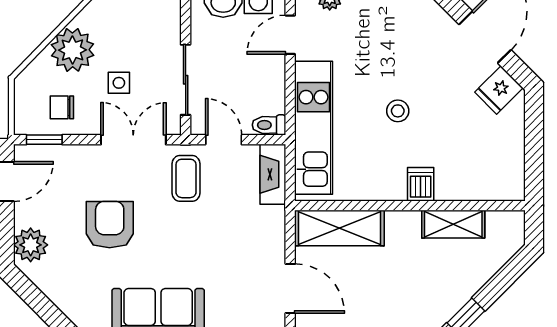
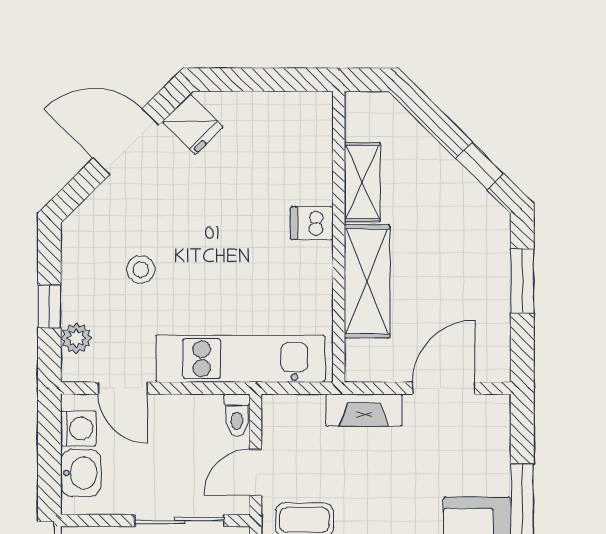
stool: (398, 111) -> (141, 269), moved
fireplace: (273, 174) -> (364, 410), moved
shelving: (339, 228) -> (367, 281), moved

